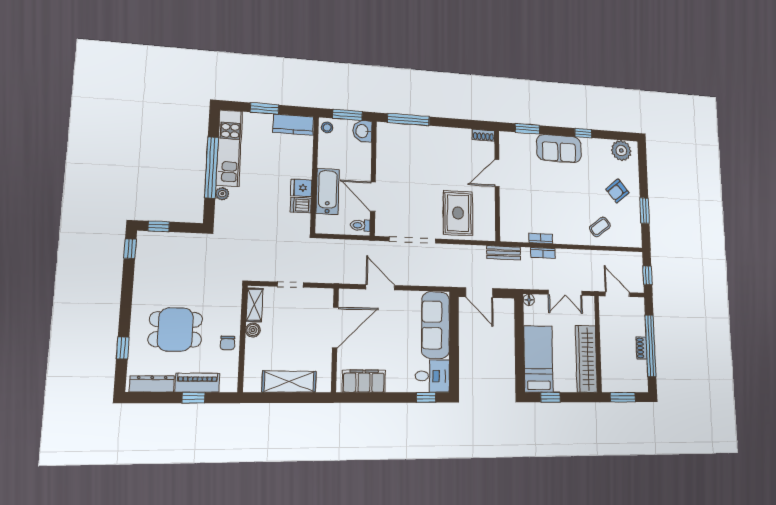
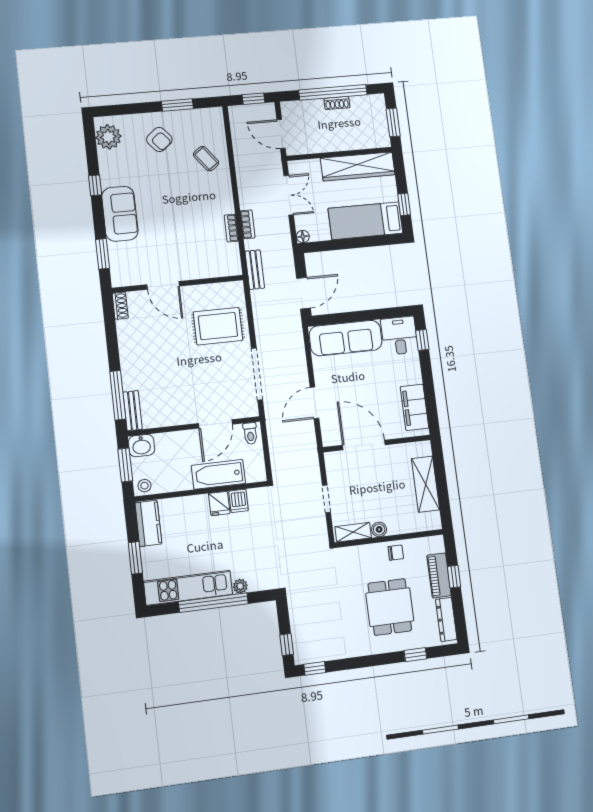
bench: (394, 129) -> (133, 411), added
door: (617, 294) -> (281, 134), hinge flipped

